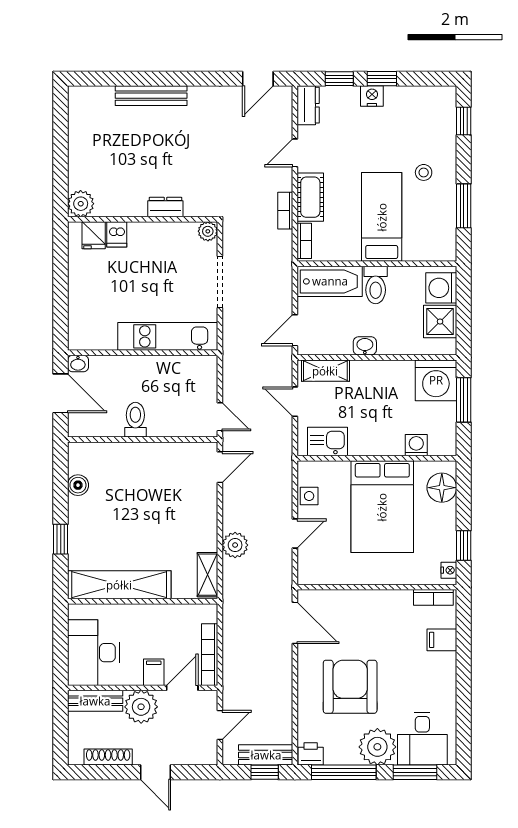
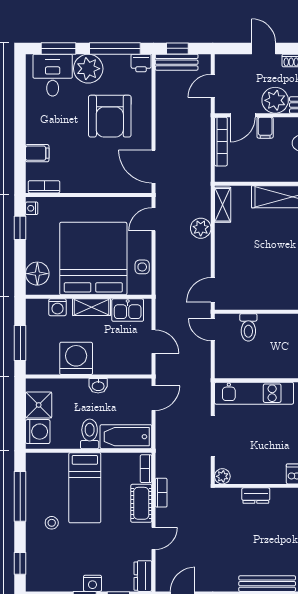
window: (464, 206) -> (20, 496), width x1.44
shelving: (325, 371) -> (92, 307), moved
washing machine: (436, 380) -> (76, 358), moved
toilet: (135, 420) -> (248, 327), moved
bed: (382, 507) -> (93, 259), width x1.36
door: (295, 534) -> (153, 219), moved

